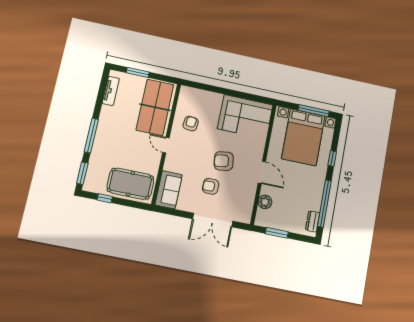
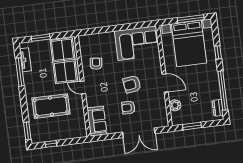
window: (91, 135) -> (20, 72), moved
pool table: (130, 184) -> (51, 106), moved

